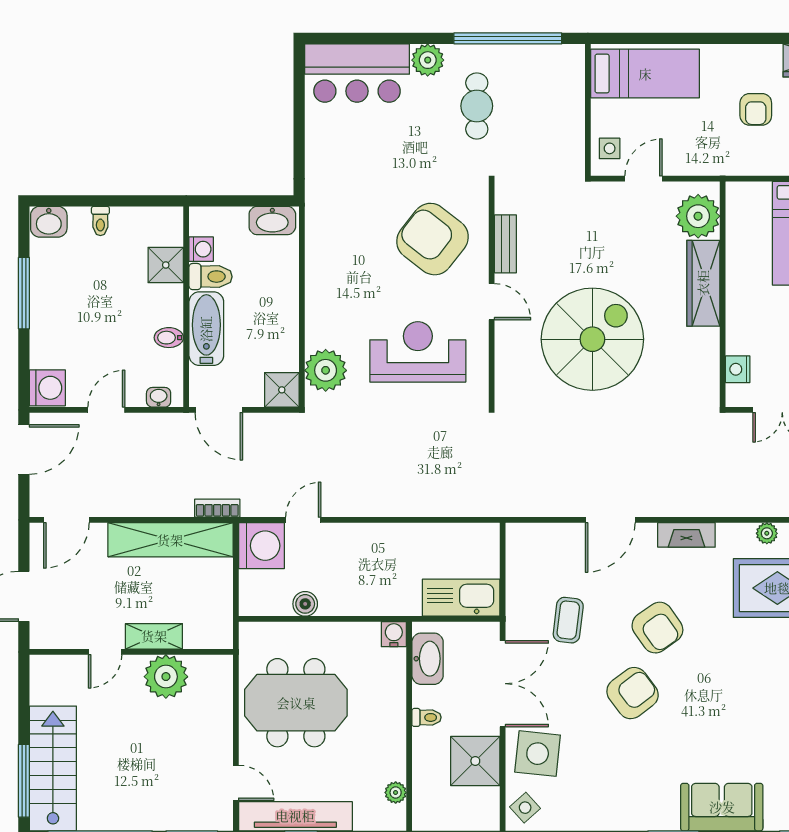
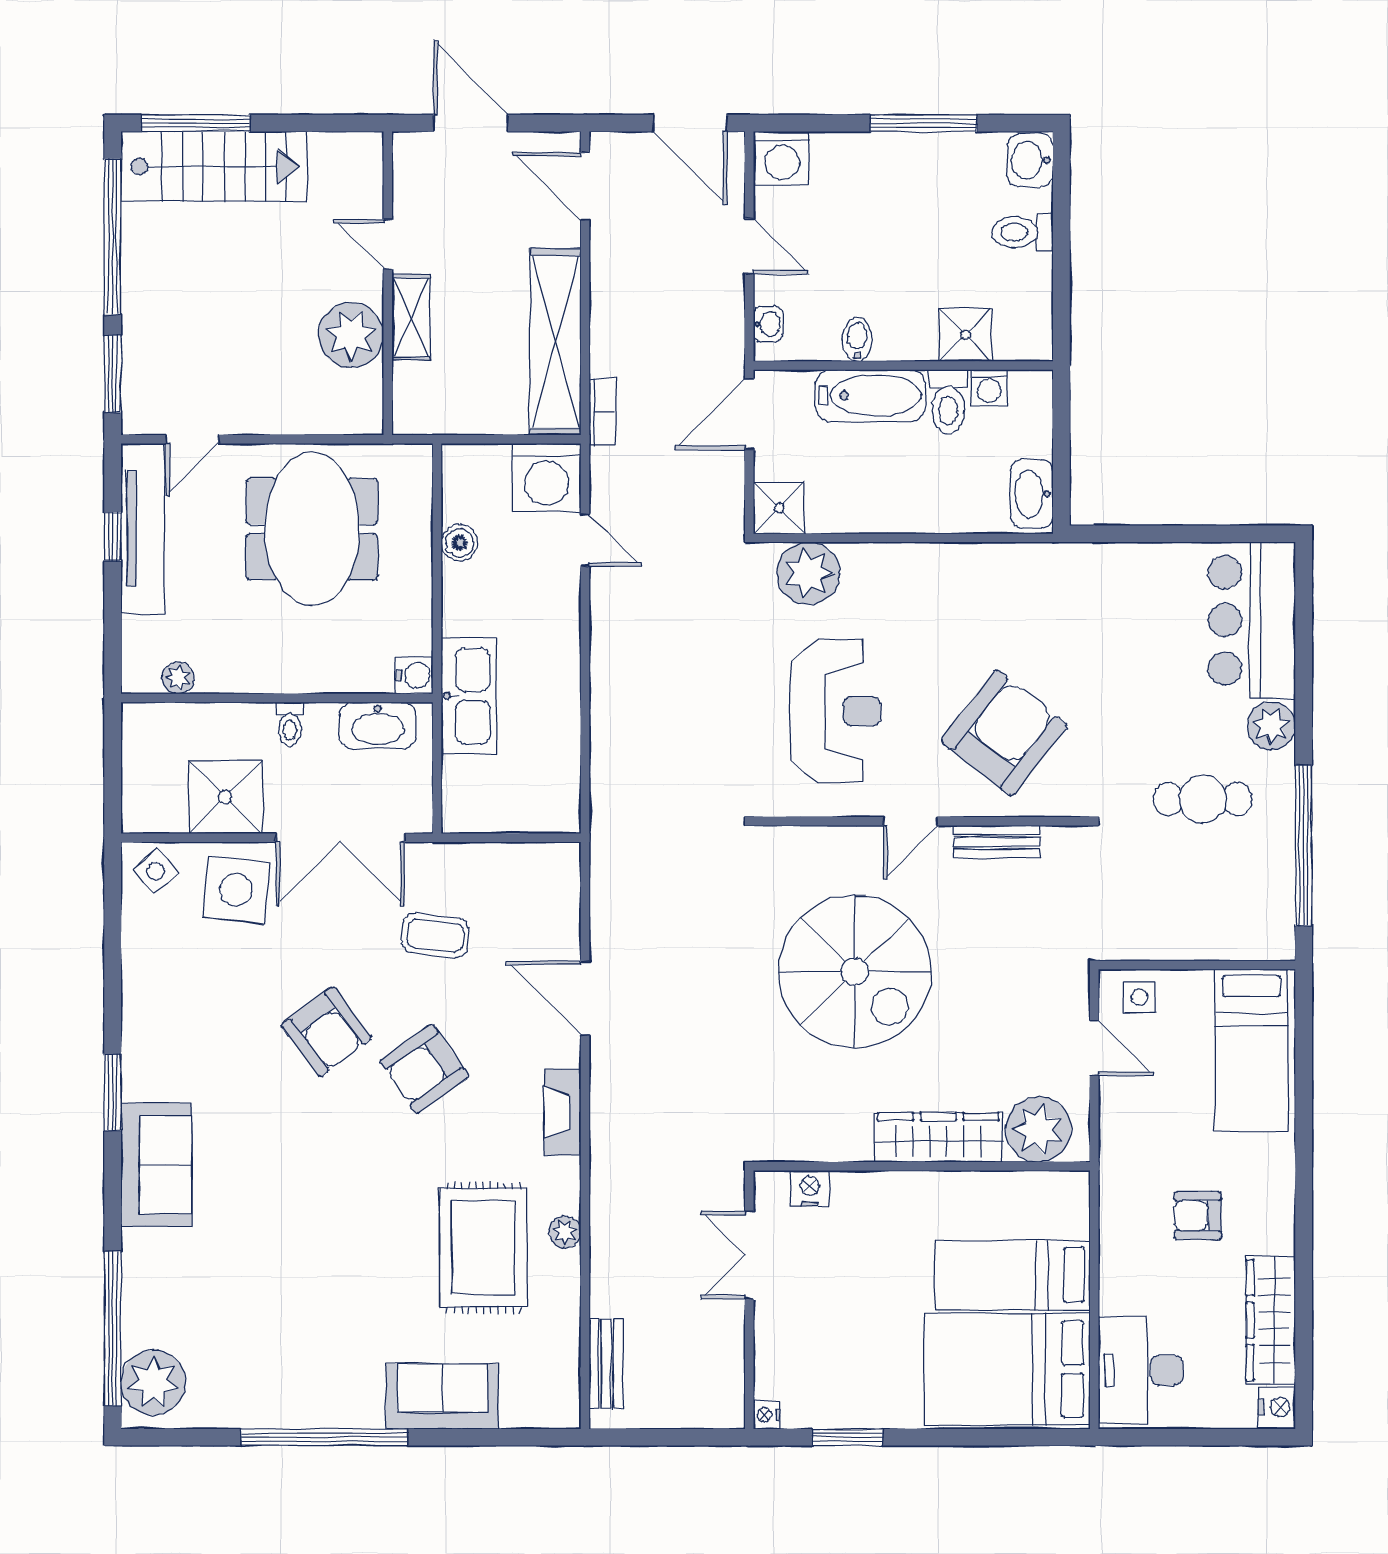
toilet: (100, 221) -> (1023, 232), width x1.37, depth x1.39
kitchen sink: (461, 598) -> (469, 696), moved

